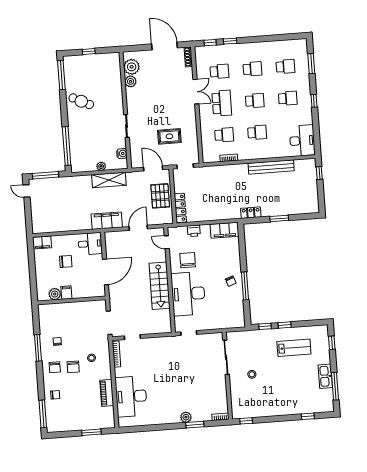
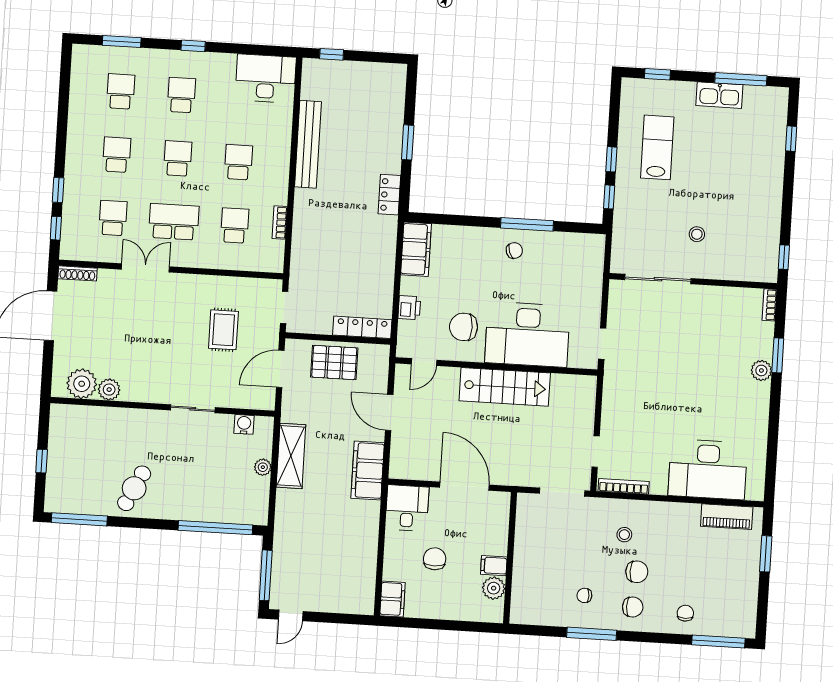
piano: (107, 393) -> (727, 517), moved

